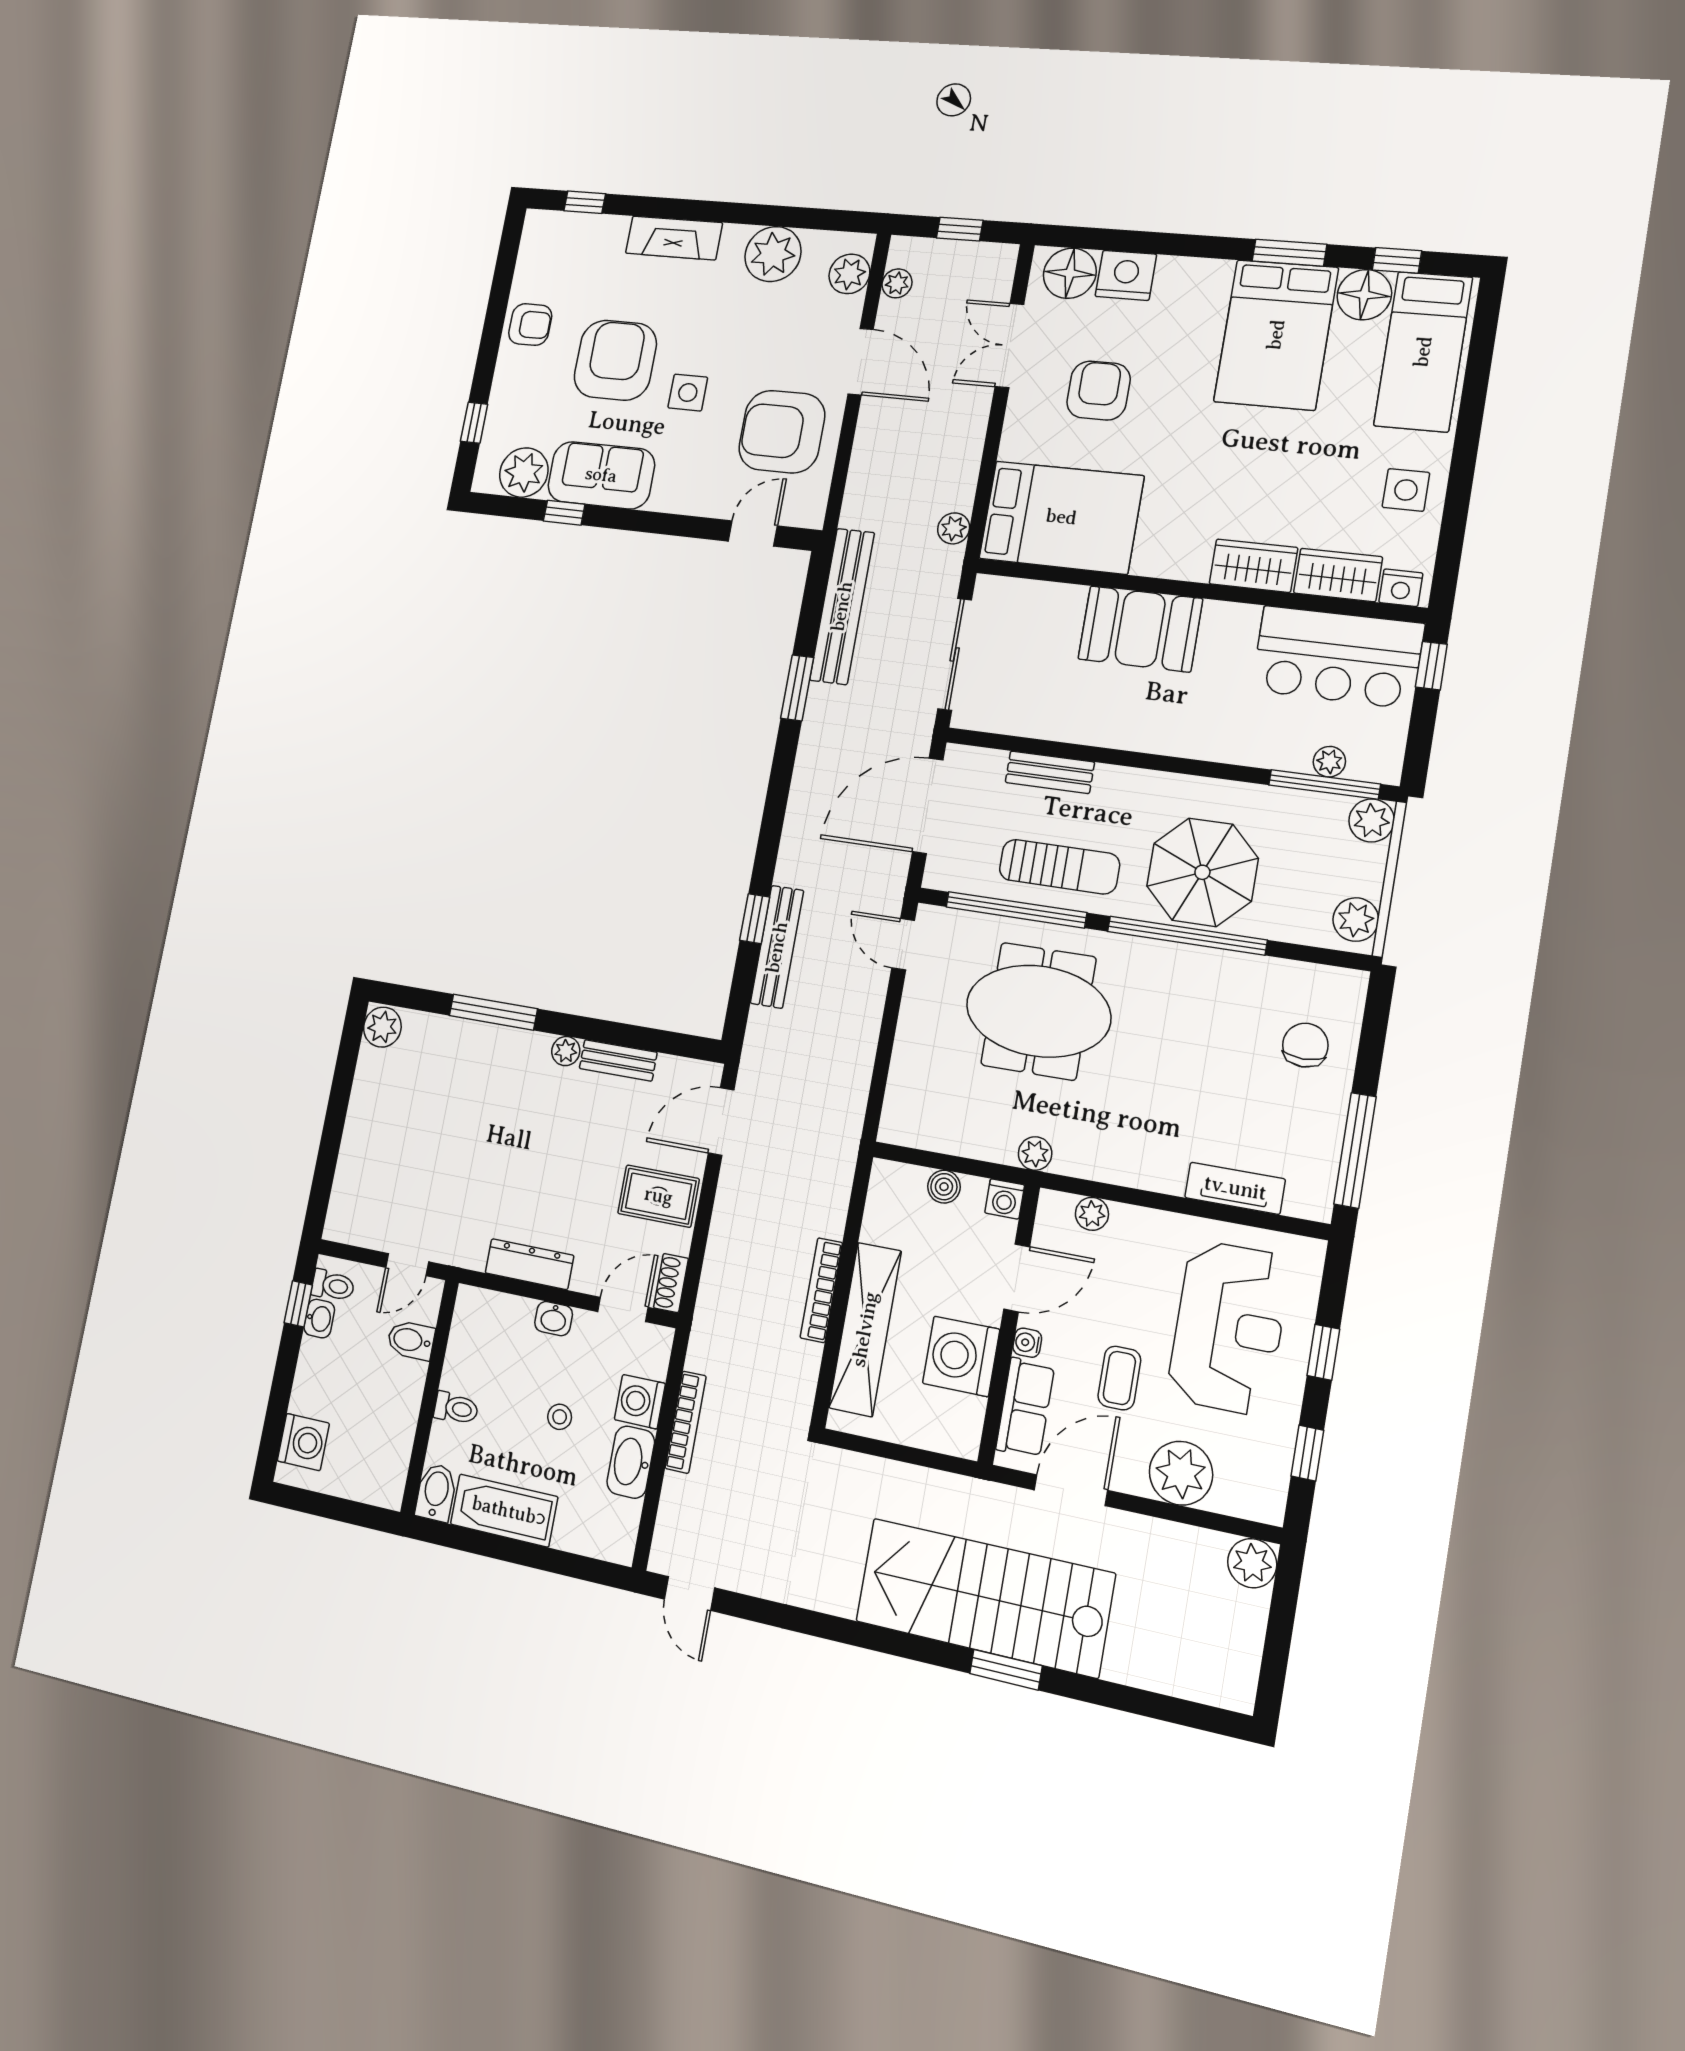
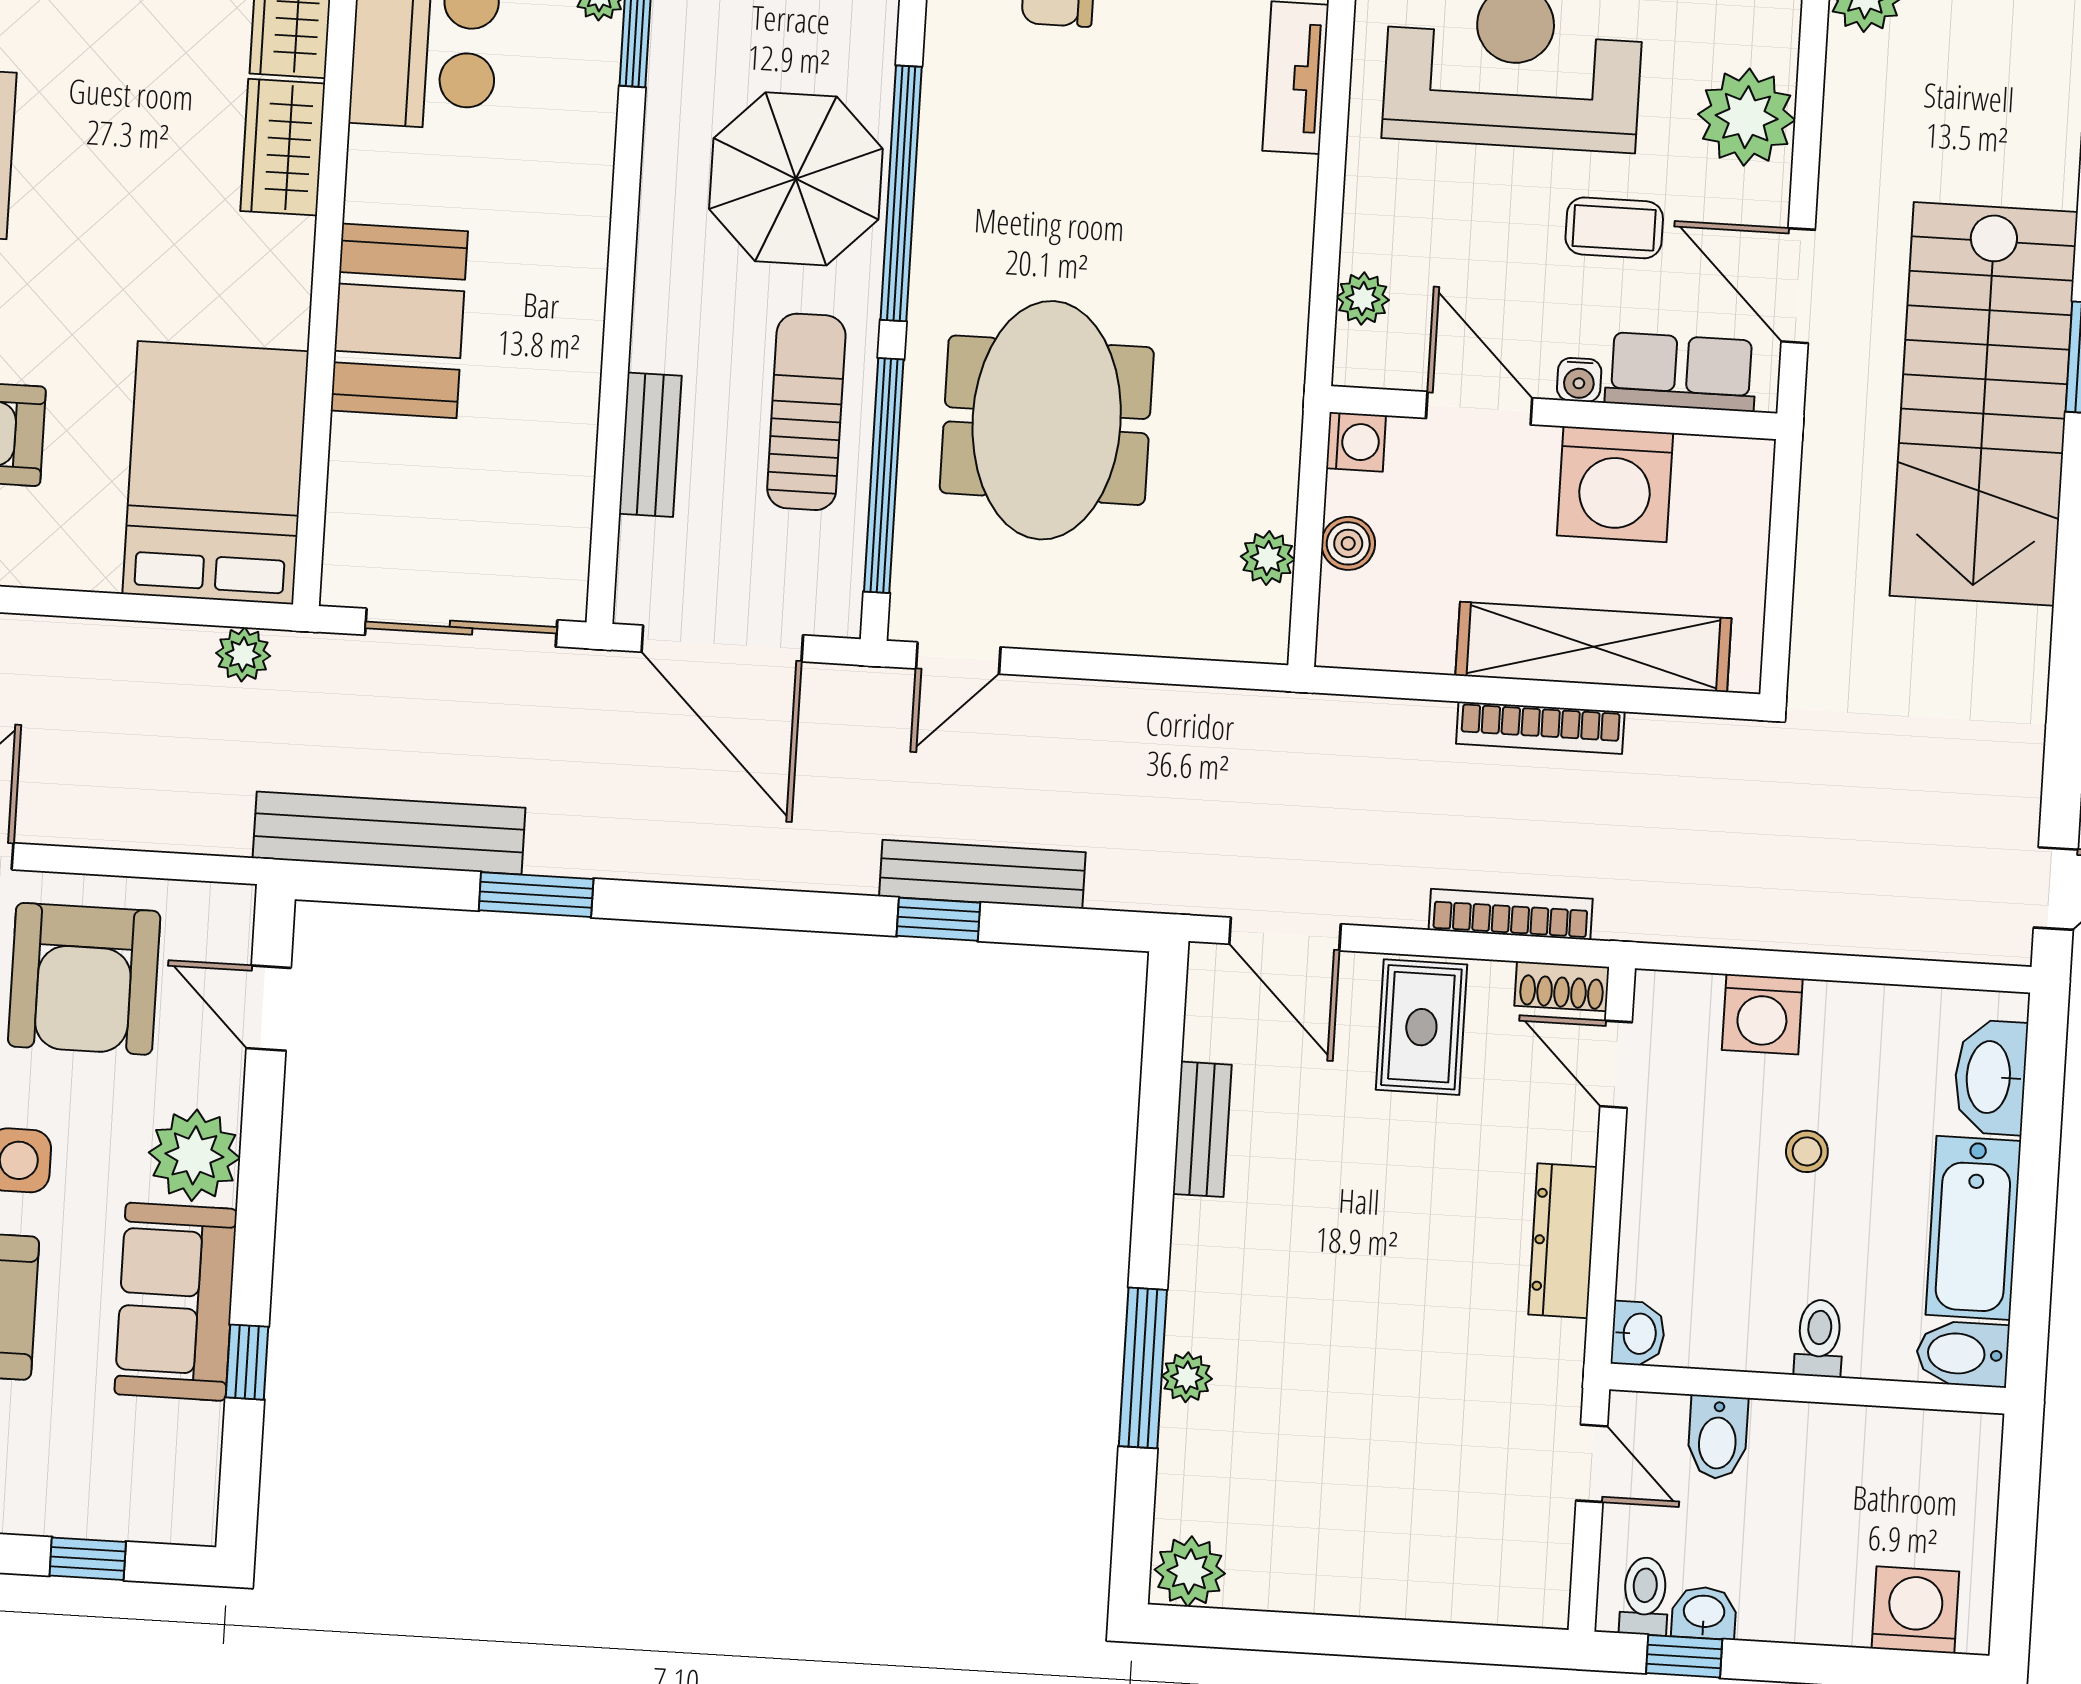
plant: (524, 472) -> (194, 1155), moved
plant: (566, 1051) -> (1187, 1377), moved
plant: (1035, 1153) -> (1268, 558), moved
washbasin: (554, 1319) -> (1638, 1334), moved
bookcase: (686, 1422) -> (1511, 914), moved
washbasin: (631, 1462) -> (1990, 1077), moved, turned 90

